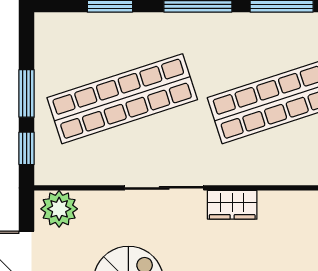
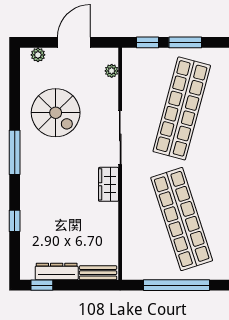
shop shelf: (122, 99) -> (182, 108), turned 33
plant: (59, 209) -> (112, 71), width x0.53, depth x0.53

